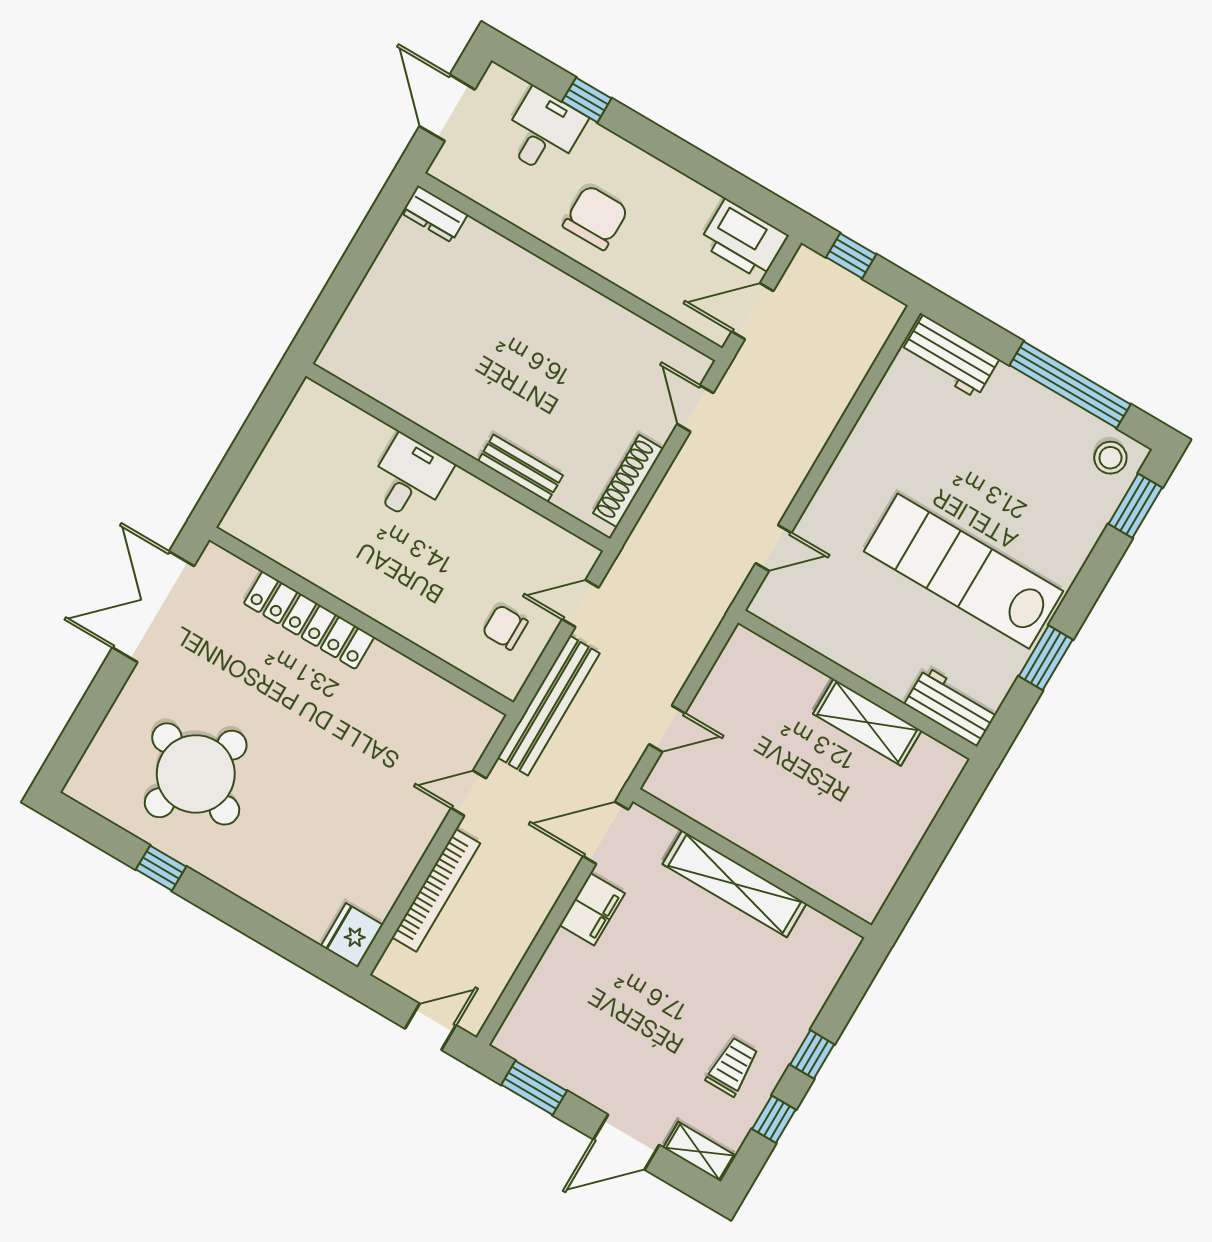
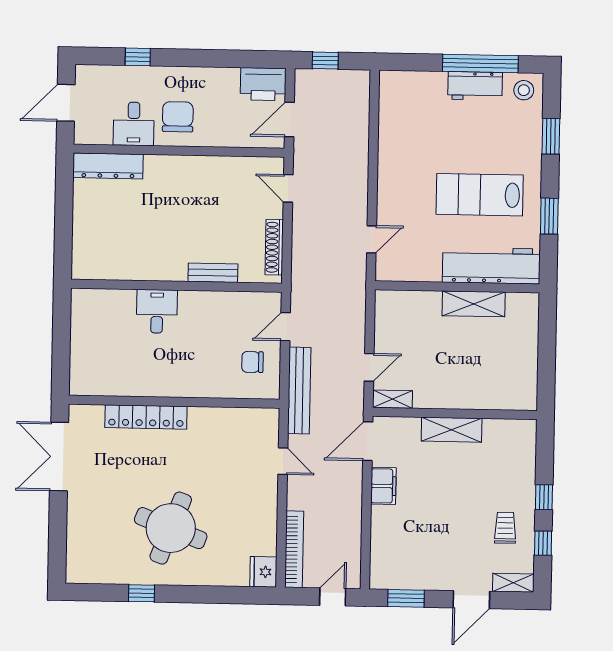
door: (447, 108) -> (66, 103), hinge flipped
desk: (543, 132) -> (134, 124), moved, turned 180
dresser: (435, 214) -> (108, 166), width x1.96, depth x1.24
workbench: (950, 356) -> (475, 86), moved
window: (1135, 506) -> (551, 136), moved
lab bench: (963, 571) -> (480, 195), width x0.73
workbench: (952, 707) -> (491, 266), width x1.88, depth x1.32
round table: (196, 774) -> (171, 528), moved
door: (469, 793) -> (283, 461), swing flipped
shelving: (675, 793) -> (393, 399), added
shelving: (735, 884) -> (452, 430), width x0.68
bookcase: (436, 890) -> (294, 549), moved

